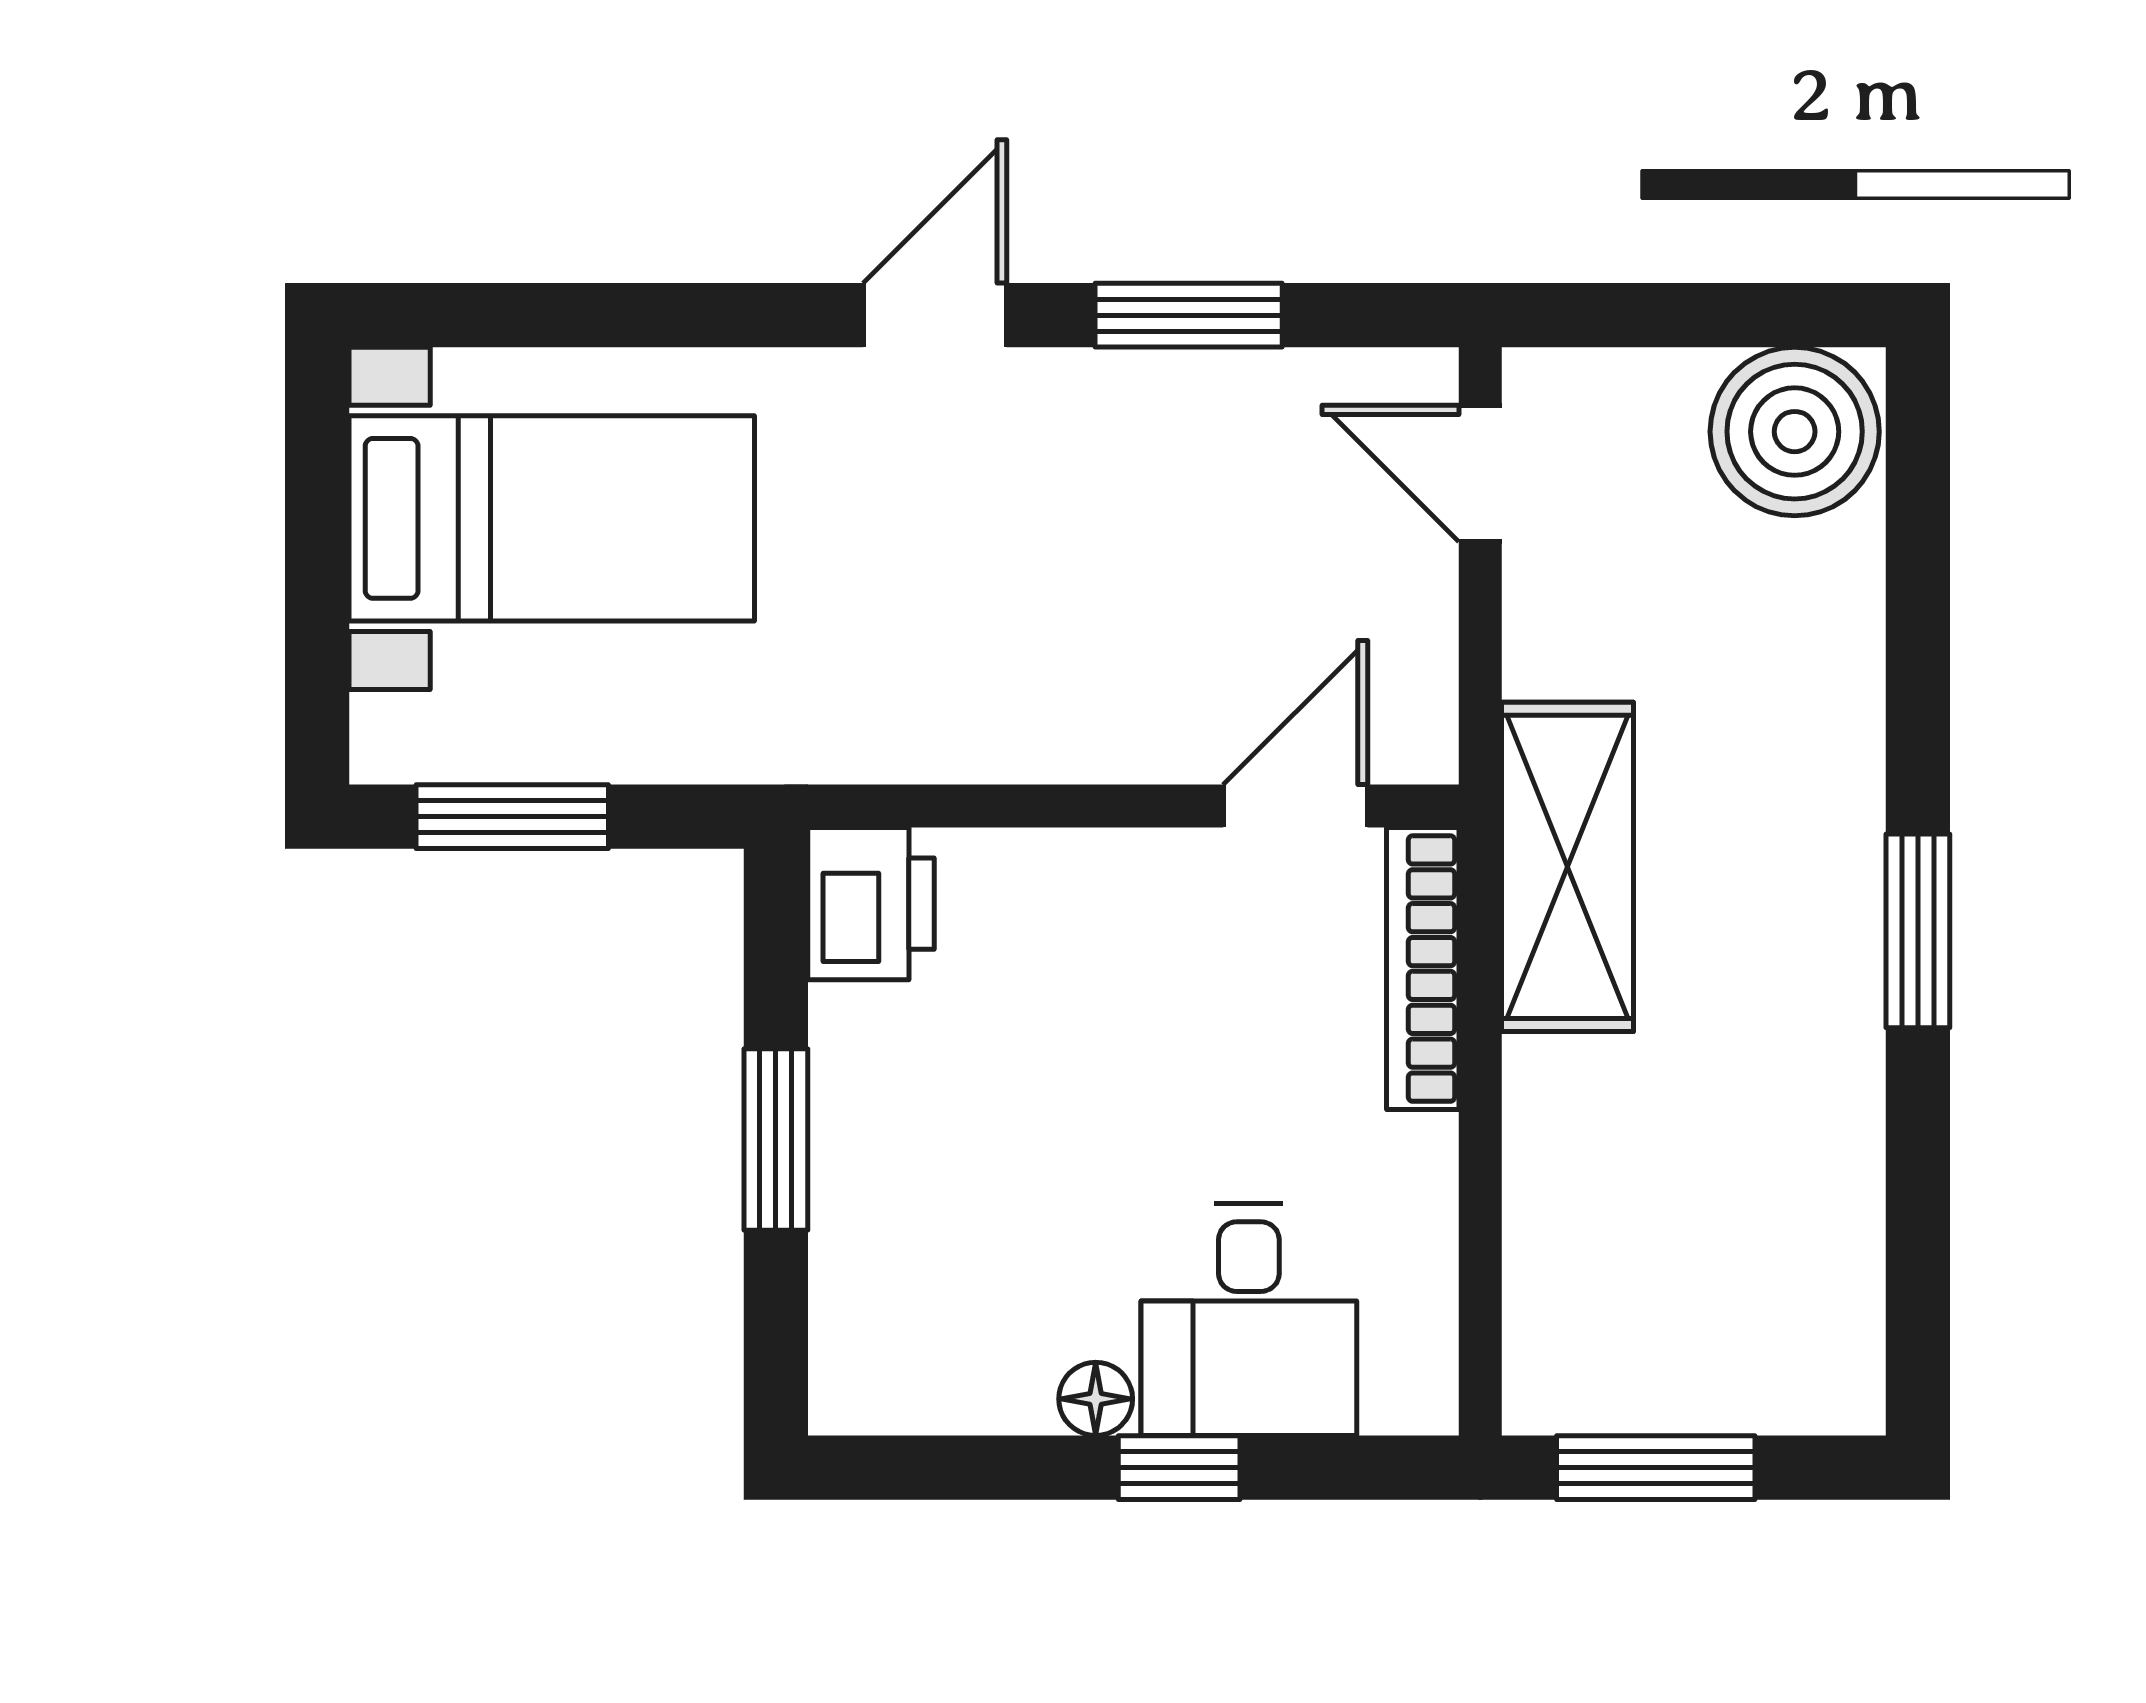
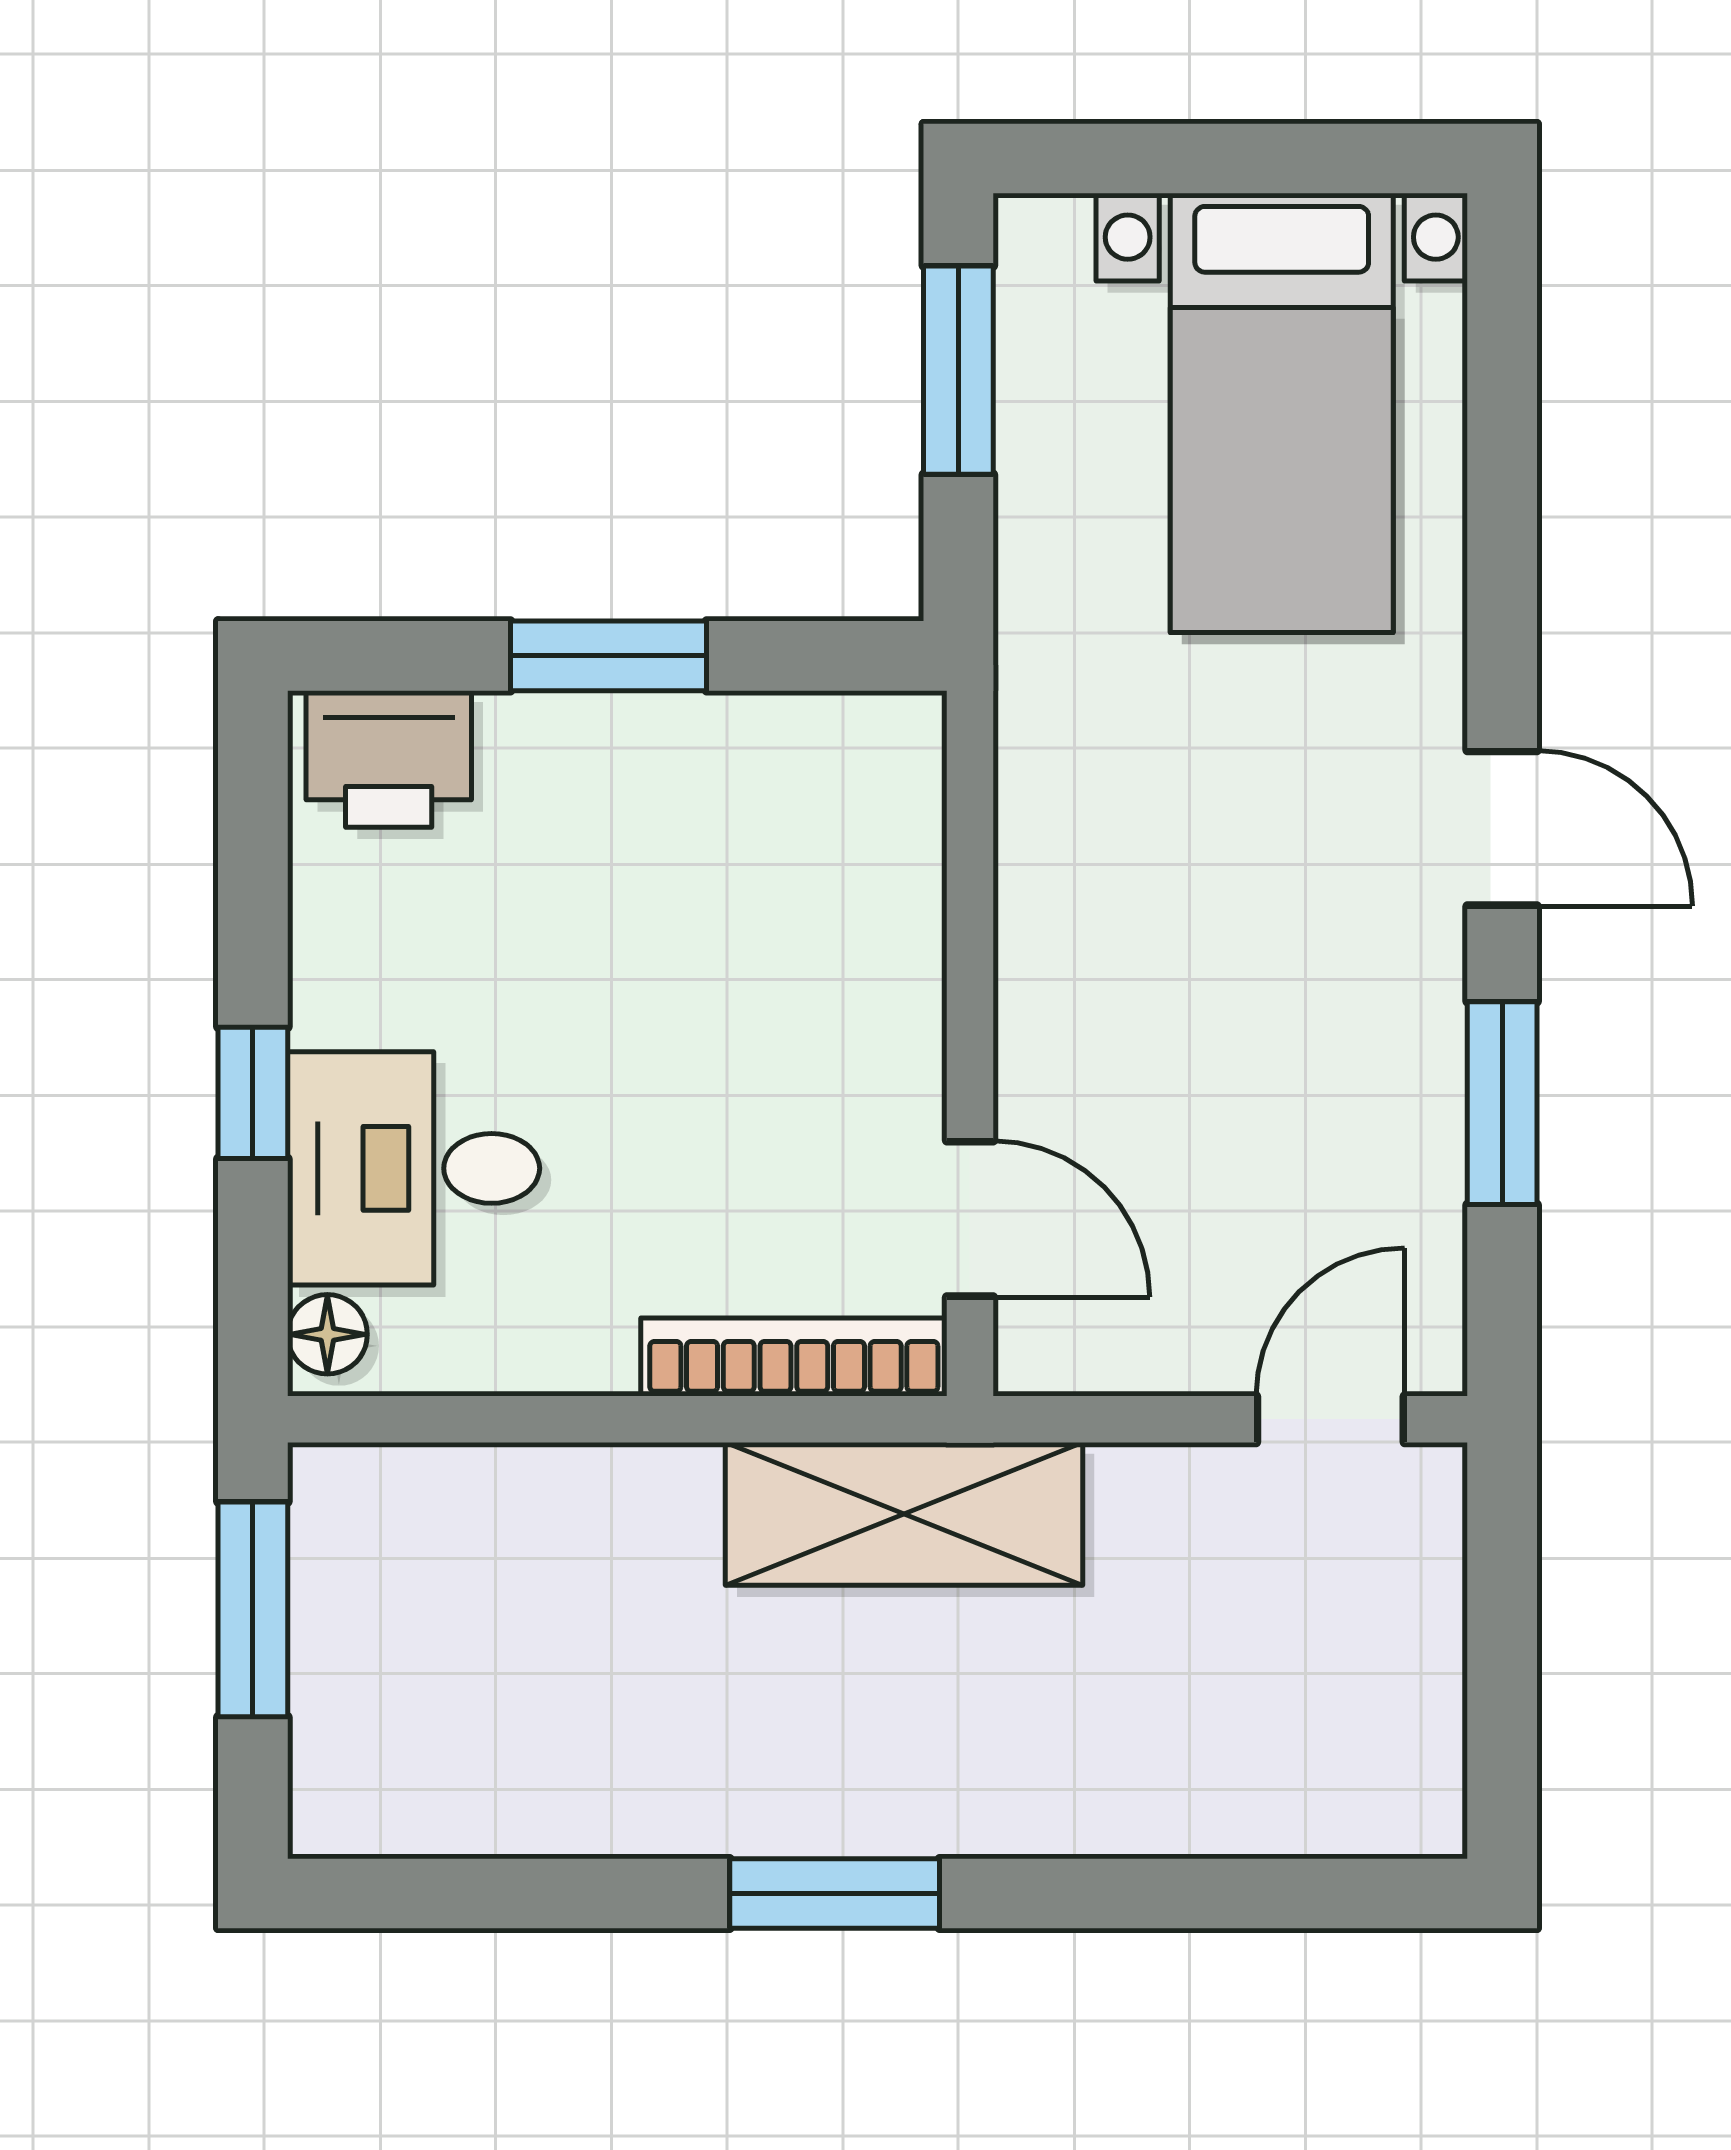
boiler: (1795, 432) -> (1376, 1760), removed
printer: (871, 904) -> (389, 759), moved
floor lamp: (1096, 1399) -> (327, 1334), moved

